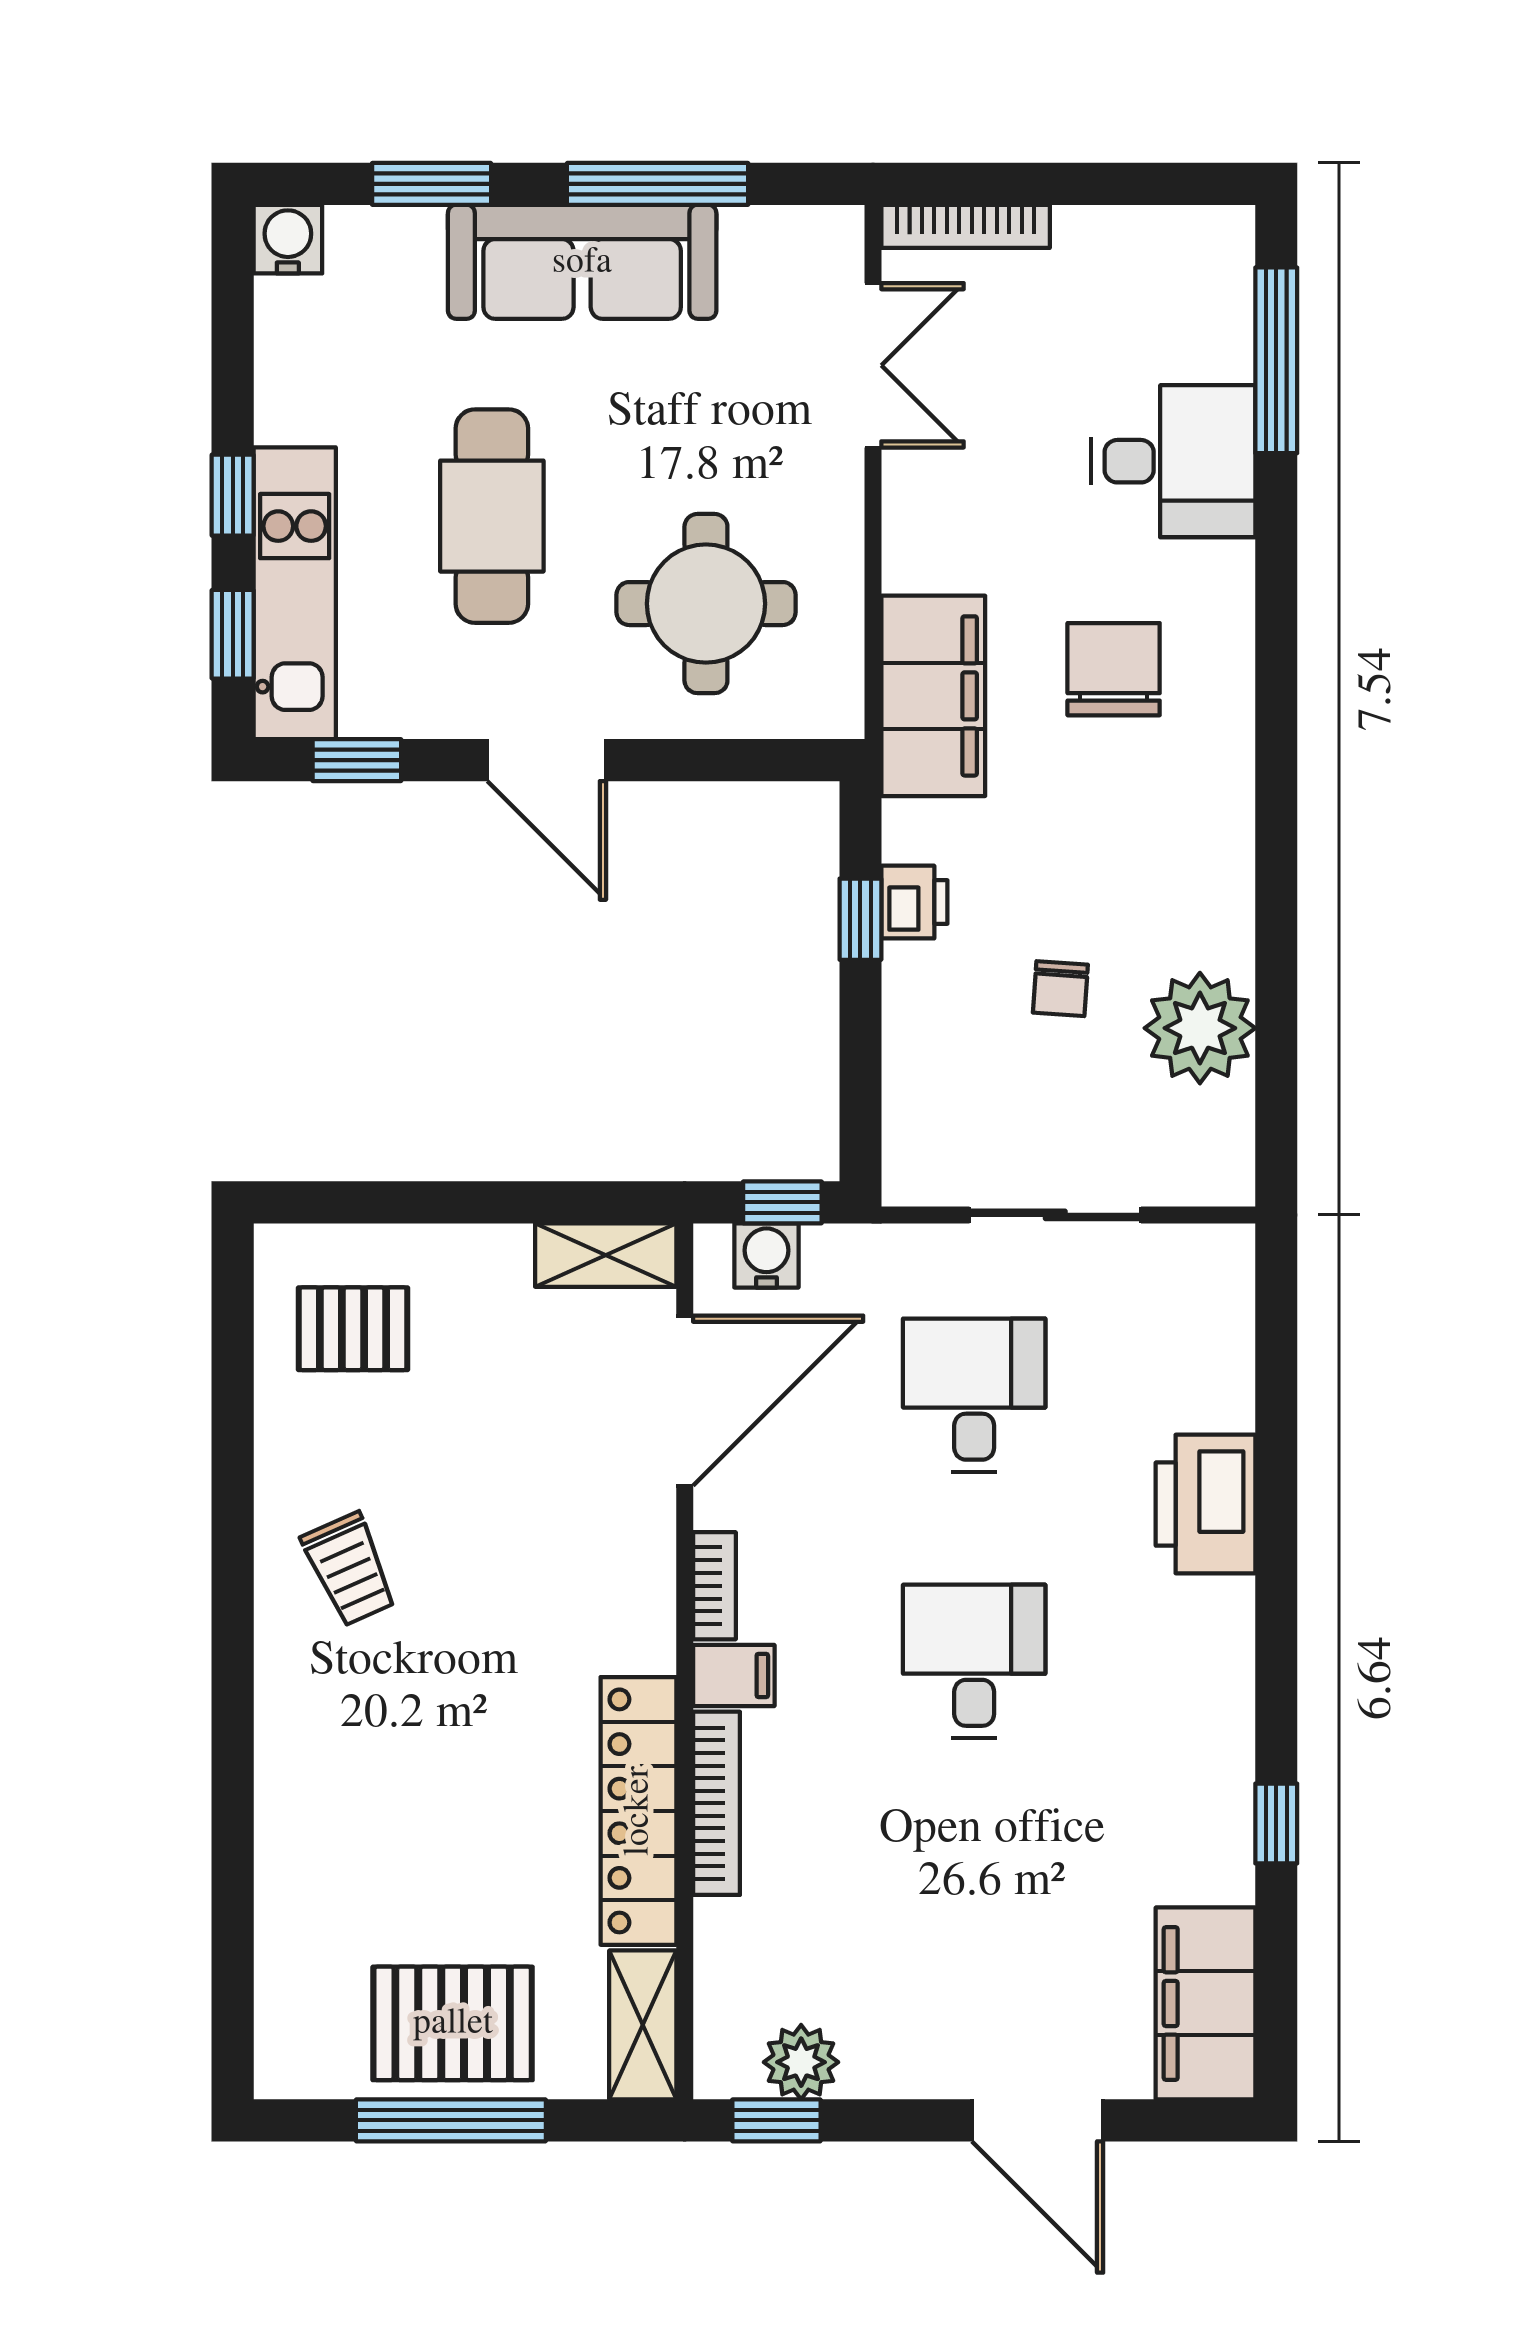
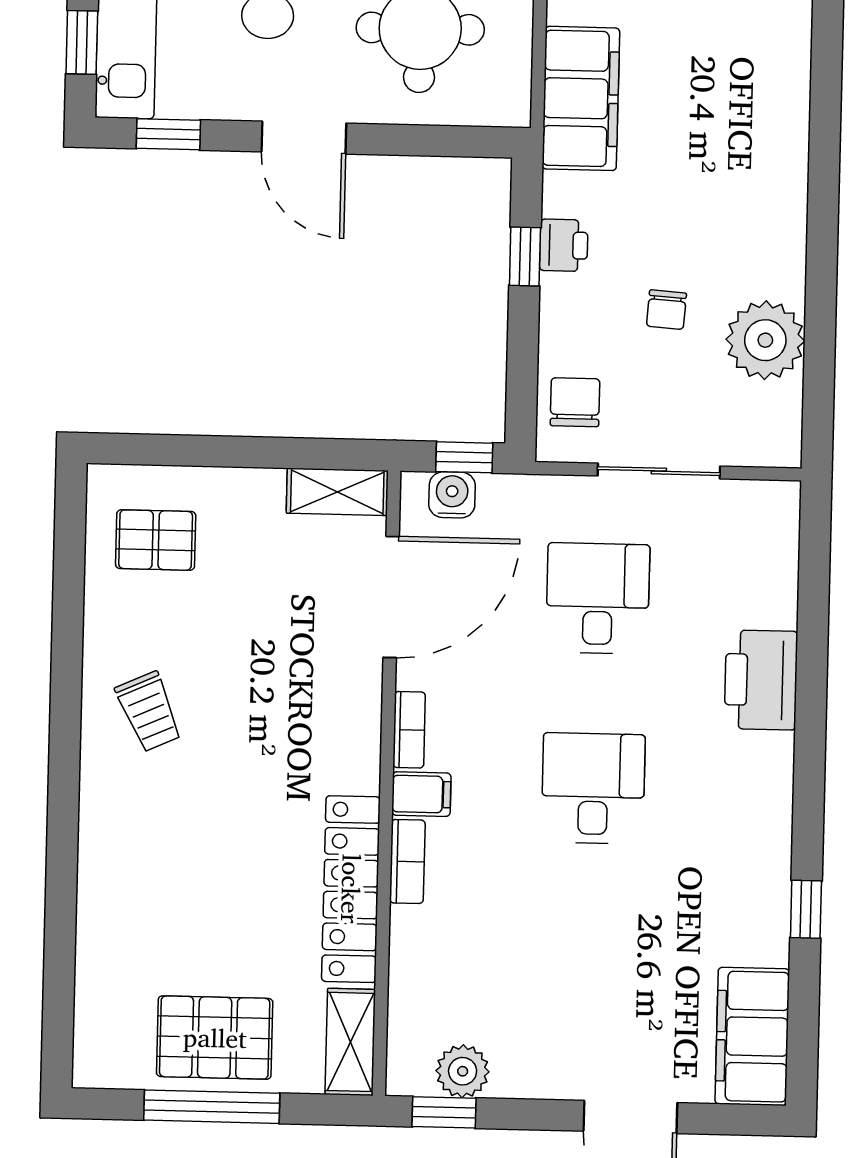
chair: (1114, 669) -> (575, 402), moved, width x0.73, depth x0.73
bookcase: (716, 1803) -> (407, 861), width x0.64

